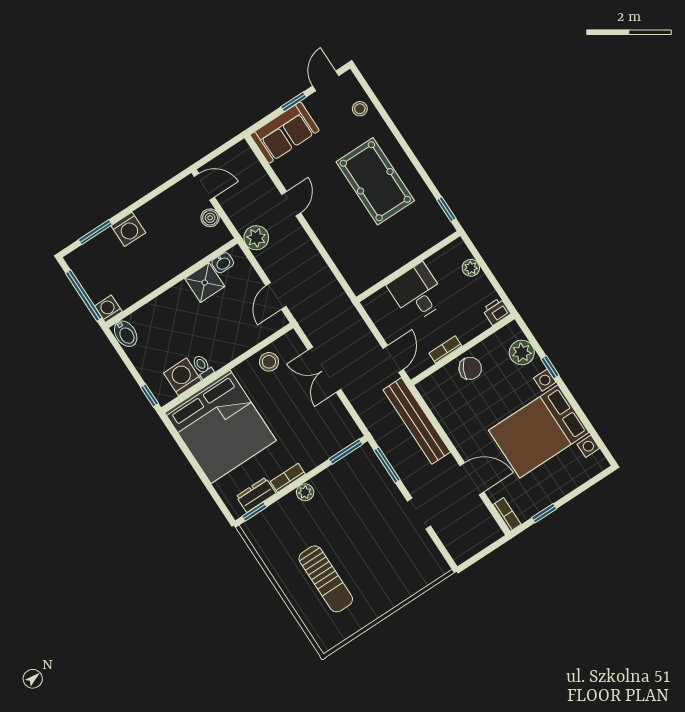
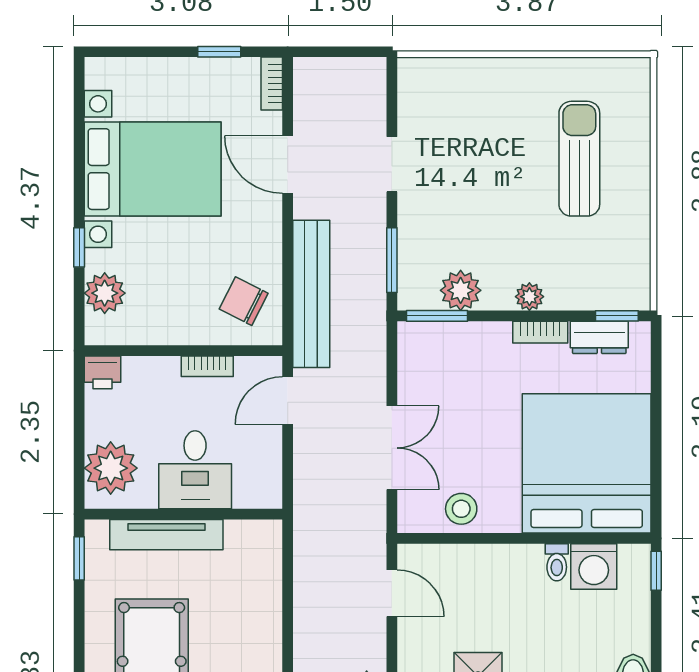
tv unit: (410, 250) -> (166, 535), added
plant: (471, 268) -> (111, 468), width x1.87, depth x1.87
door: (276, 296) -> (392, 593), hinge flipped
chair: (470, 368) -> (244, 301), moved
plant: (342, 472) -> (461, 290), added

